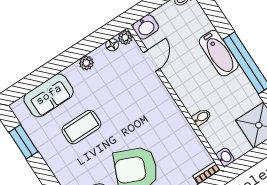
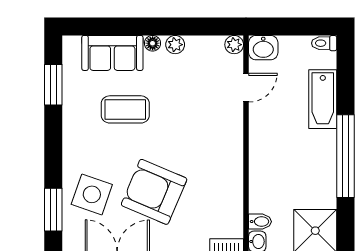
floor lamp: (112, 45) -> (153, 43), moved
bathtub: (219, 53) -> (323, 99), moved
bidet: (202, 117) -> (260, 222), moved

